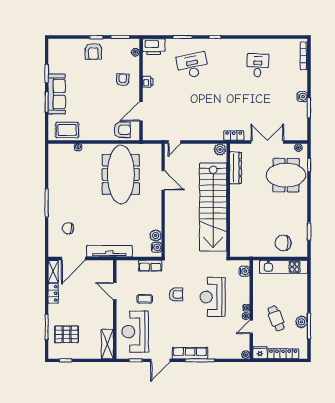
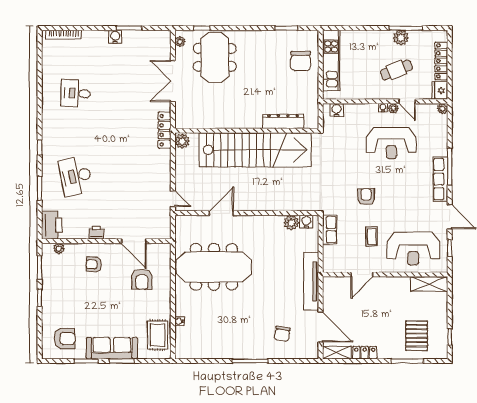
armchair: (93, 51) -> (65, 339), moved
armchair: (122, 130) -> (142, 279), moved, turned 180
locker: (234, 136) -> (165, 130), width x1.53
dresser: (236, 168) -> (283, 121), moved
reception desk: (213, 297) -> (391, 143), moved

